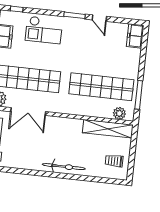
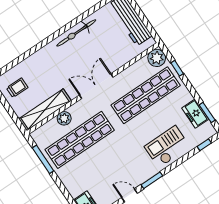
double door: (28, 112) -> (96, 86), moved
plant: (119, 113) -> (64, 118), moved
bicycle: (64, 167) -> (76, 33), moved

